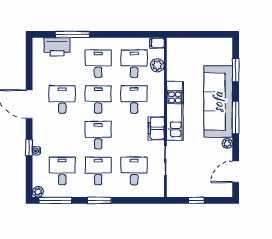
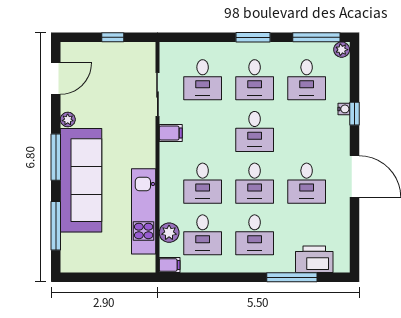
window: (236, 70) -> (56, 226), width x1.44
kitchen unit: (175, 111) -> (144, 211), moved
filing cabinet: (156, 128) -> (171, 133), width x0.50

